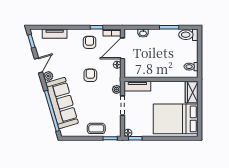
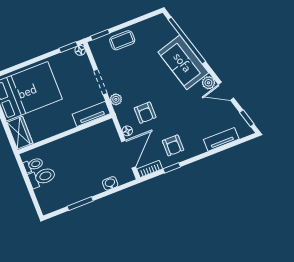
toilet: (188, 35) -> (42, 177), moved
door: (38, 65) -> (226, 91), hinge flipped
armchair: (90, 75) -> (145, 113), moved
sofa: (62, 103) -> (183, 62), width x0.73

